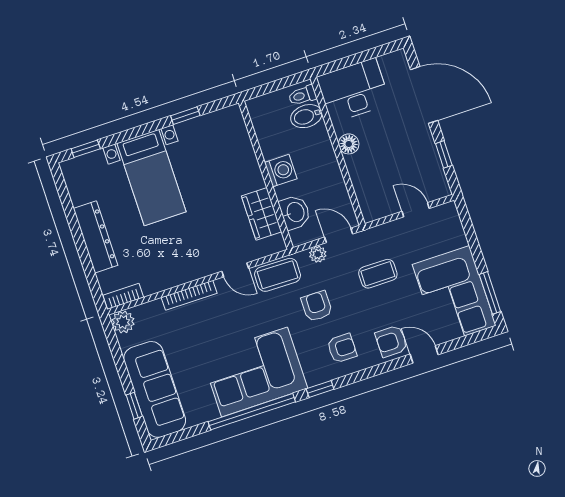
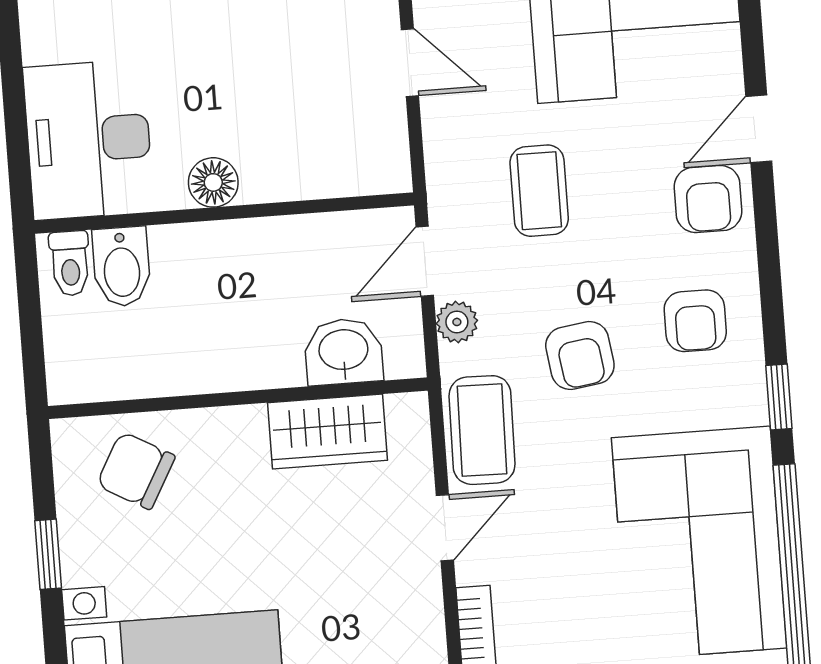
chair: (227, 142) -> (136, 471), added
washing machine: (281, 171) -> (236, 360), removed
door: (416, 210) -> (410, 63), swing flipped
armchair: (317, 306) -> (580, 356), turned -98
armchair: (342, 348) -> (695, 321), turned 180

